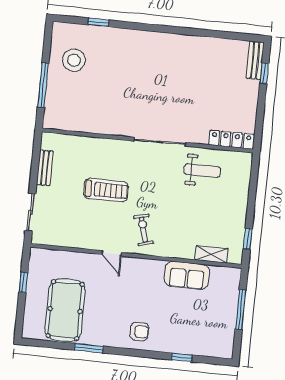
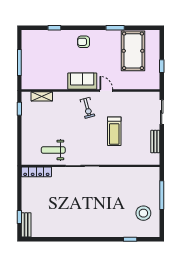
treadmill: (106, 190) -> (114, 131), turned -90
sofa: (187, 275) -> (82, 81), moved

